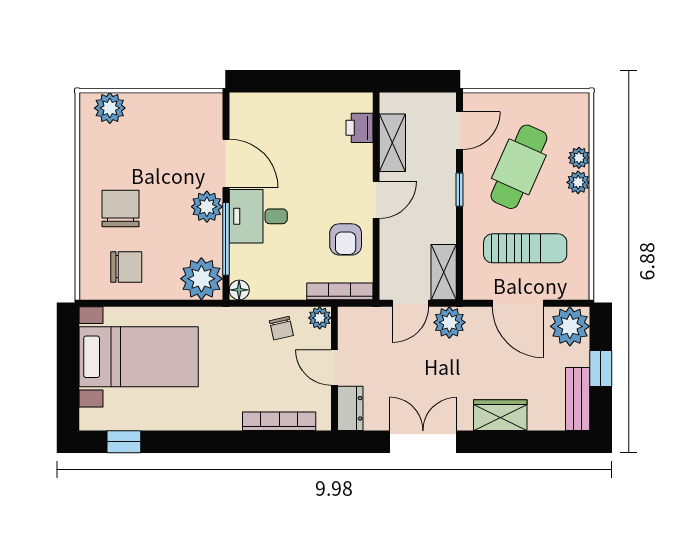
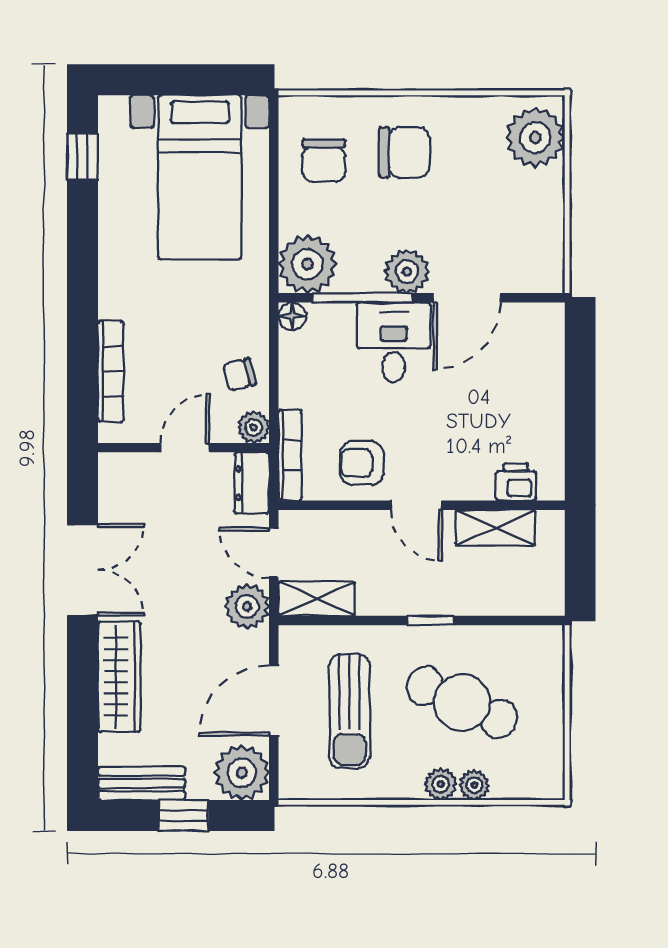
plant: (110, 108) -> (535, 138), width x1.36, depth x1.36
door: (460, 131) -> (512, 620), removed
dresser: (350, 408) -> (252, 483), moved, turned 90
wardrobe: (500, 415) -> (119, 677), width x1.50

